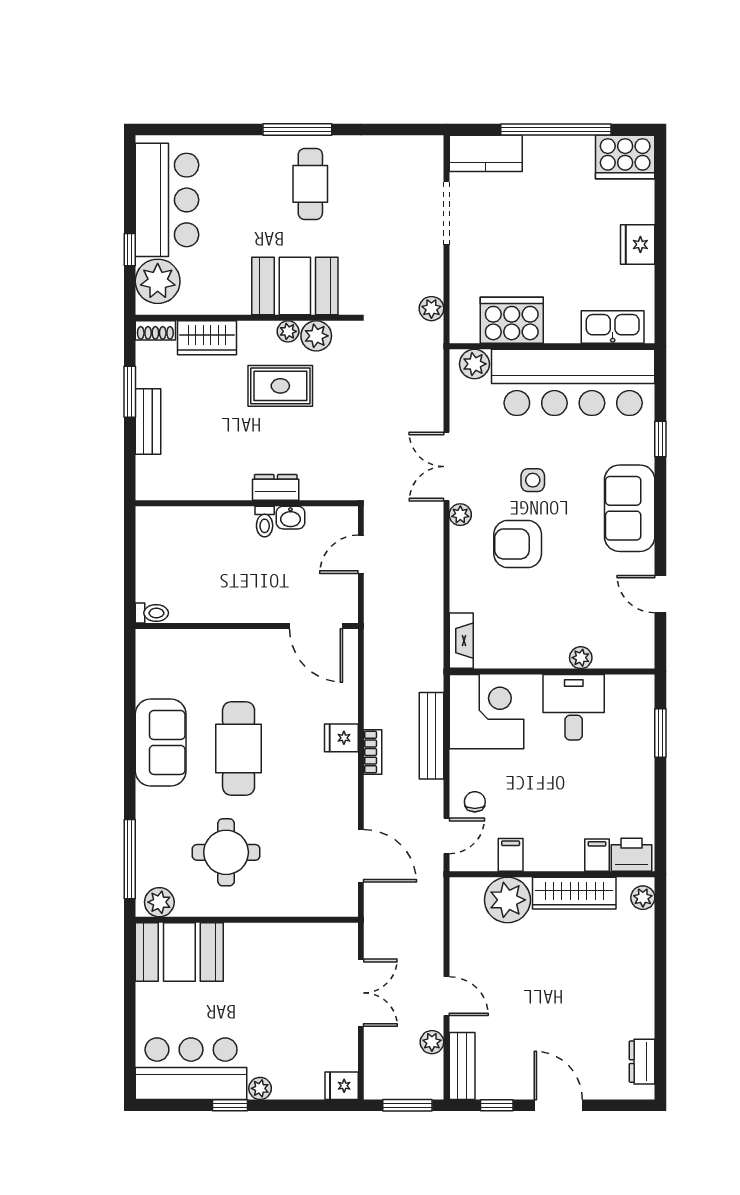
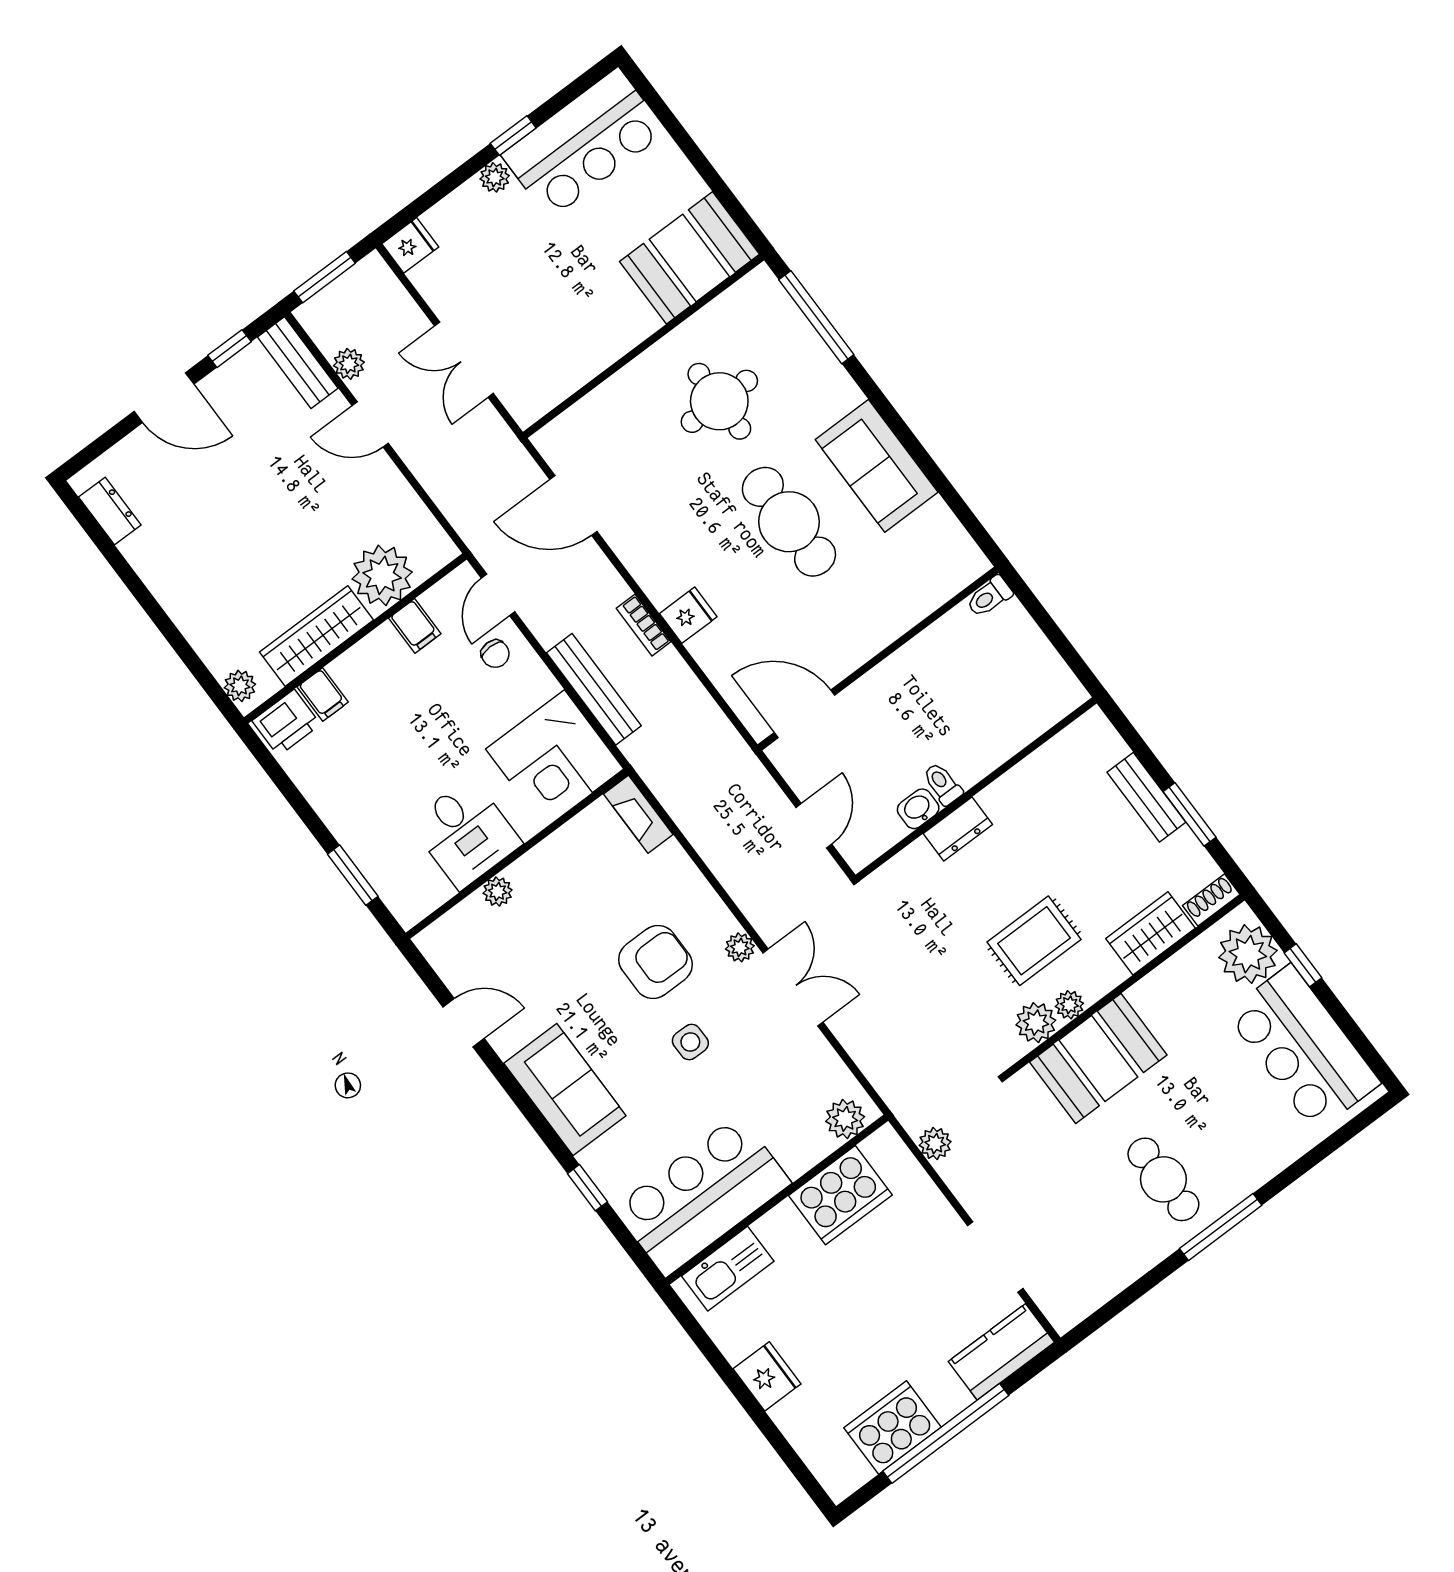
cooker: (625, 157) -> (893, 1428), moved
bar counter: (573, 382) -> (702, 1196), width x0.73
plant: (159, 902) -> (750, 295), removed

